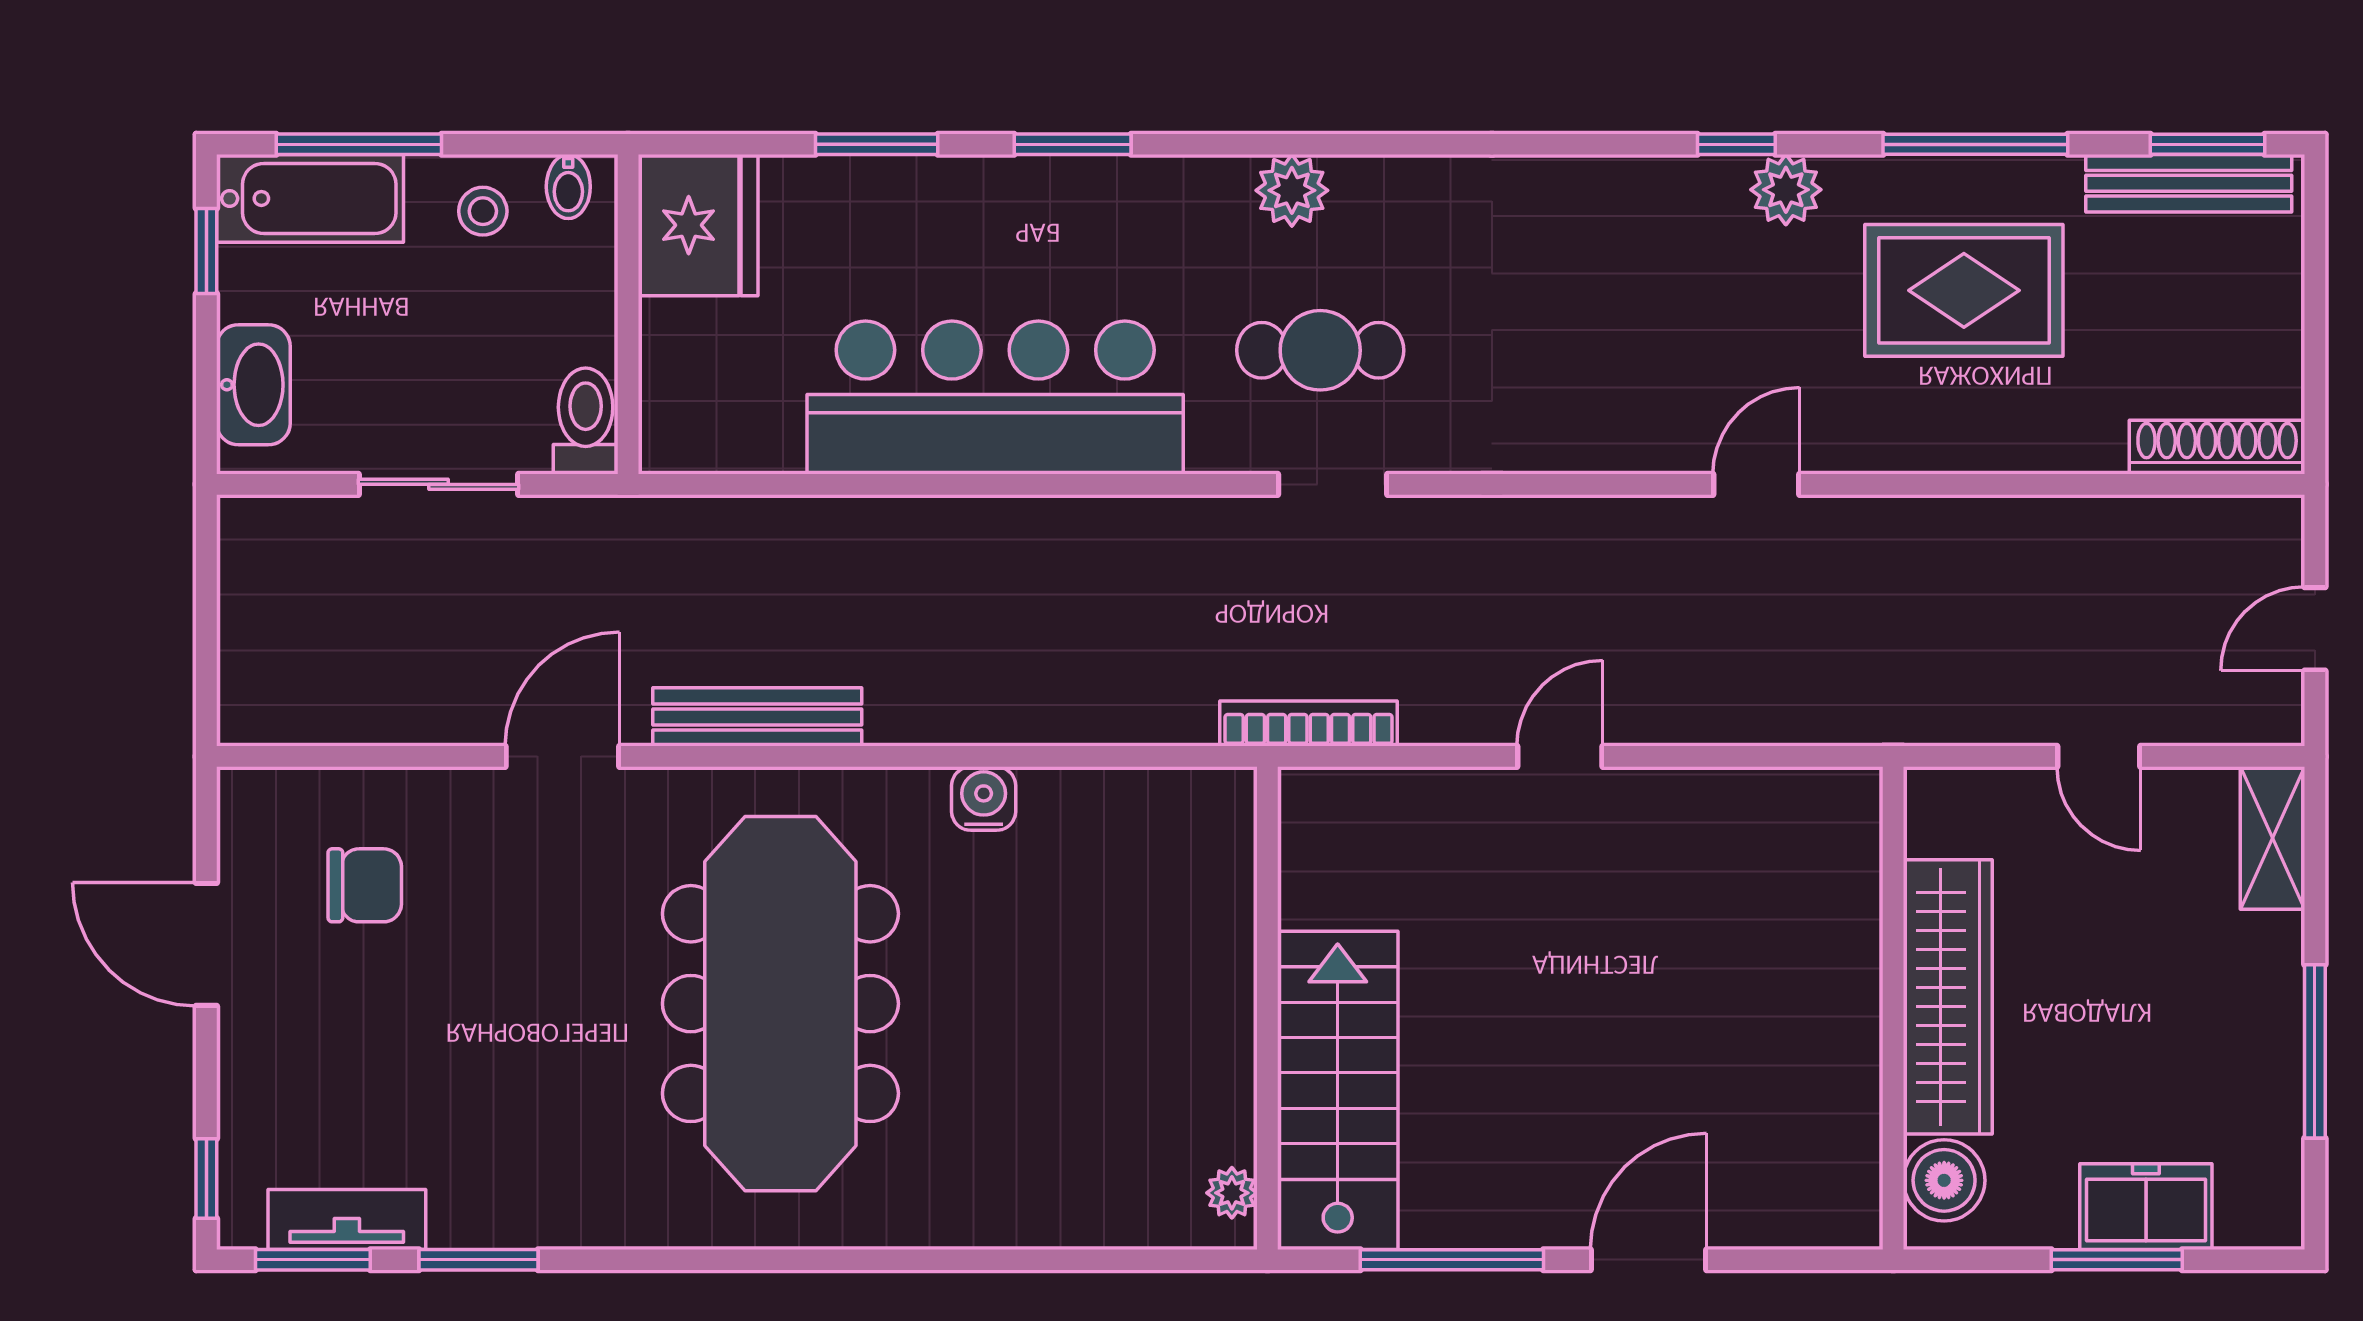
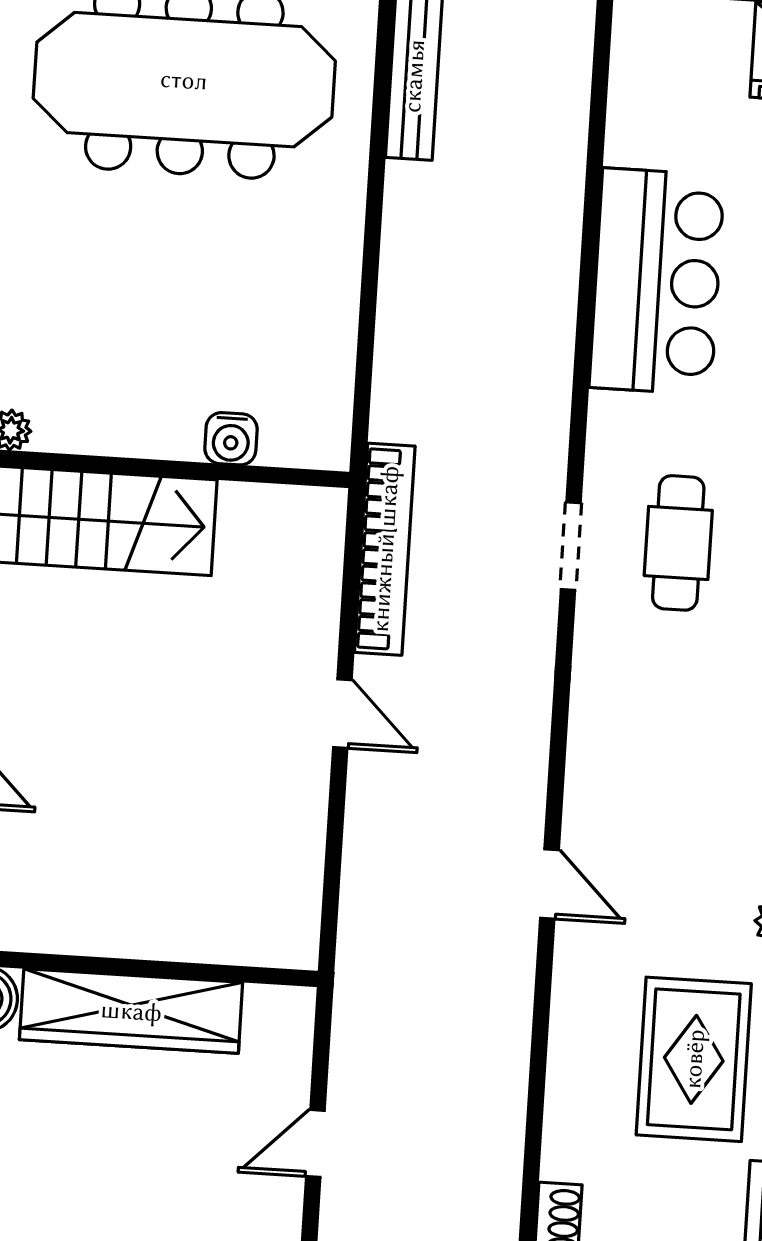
bar counter: (995, 398) -> (657, 281), width x0.73
bookcase: (1309, 723) -> (385, 549), width x1.48, depth x1.31
water cooler: (984, 799) -> (231, 439), moved, turned 90

